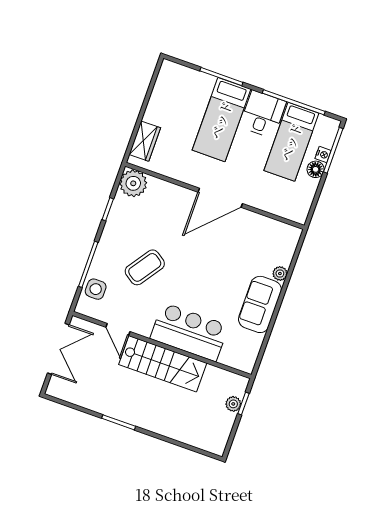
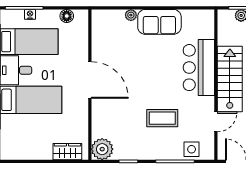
floor lamp: (316, 169) -> (67, 16), moved
coffee table: (145, 267) -> (162, 118), turned -35

